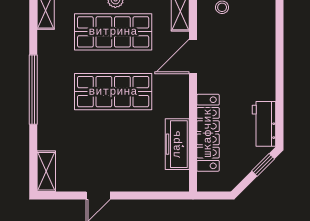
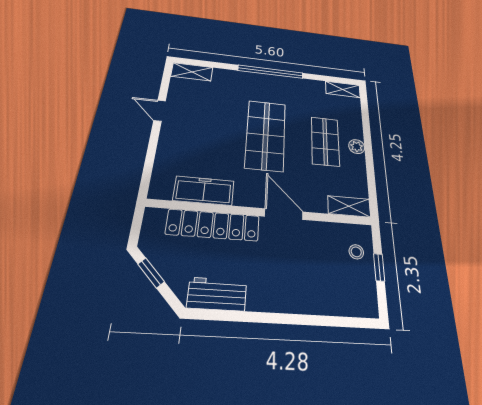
shop shelf: (113, 32) -> (325, 141), width x0.70, depth x0.74
door: (193, 56) -> (284, 214), moved
window: (263, 165) -> (151, 273), moved

